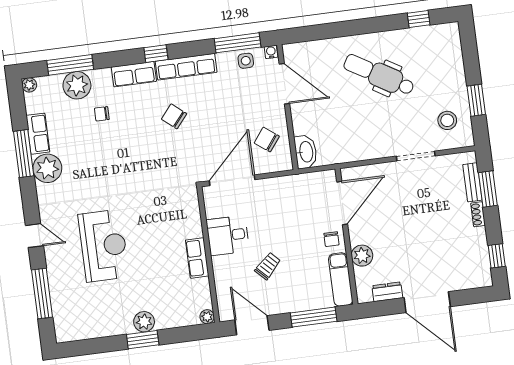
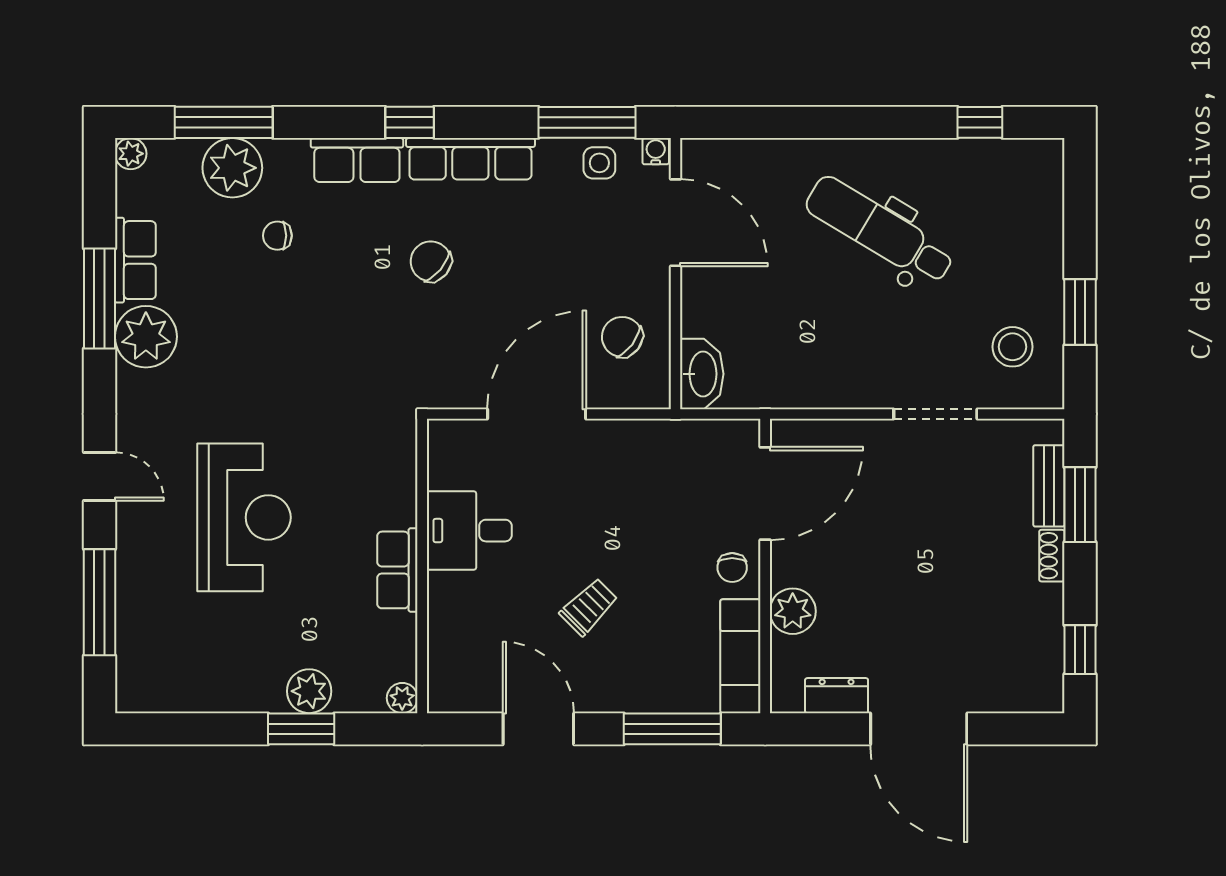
desk: (228, 235) -> (469, 531), moved
wall: (208, 255) -> (422, 566), moved
row of seats: (197, 258) -> (397, 570), moved
plant: (207, 317) -> (402, 698), moved

